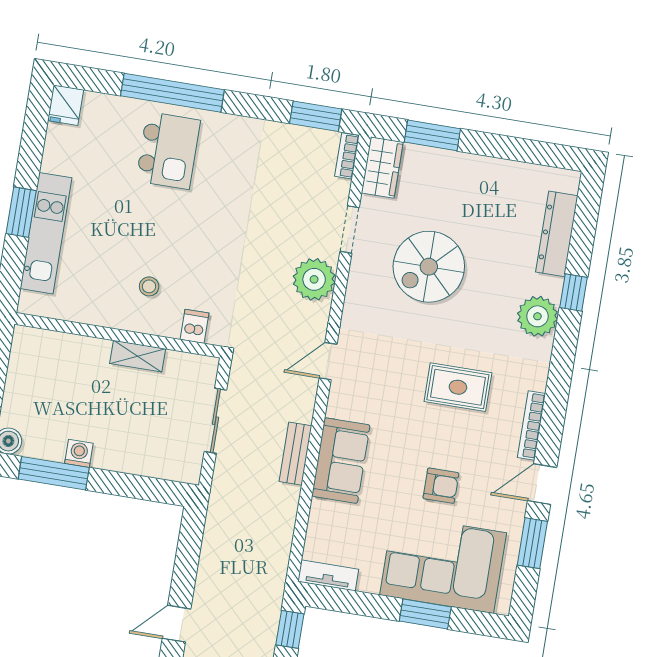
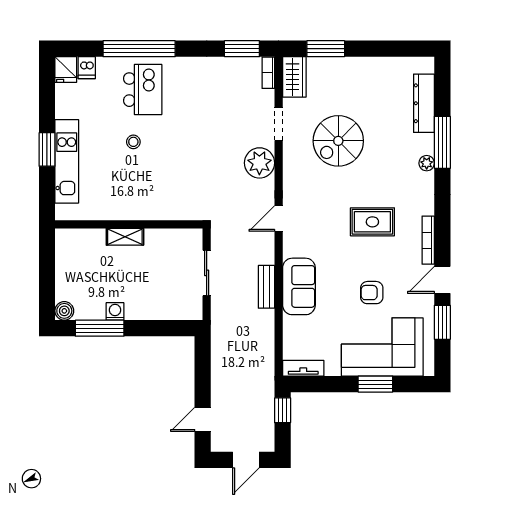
stool: (149, 286) -> (133, 142), moved
window: (573, 292) -> (442, 142), width x2.17
plant: (537, 316) -> (427, 163), width x0.53, depth x0.53
dishwasher: (195, 326) -> (87, 68), moved, turned 180
shelving: (138, 356) -> (125, 237), moved
armchair: (441, 486) -> (372, 293), turned 180

